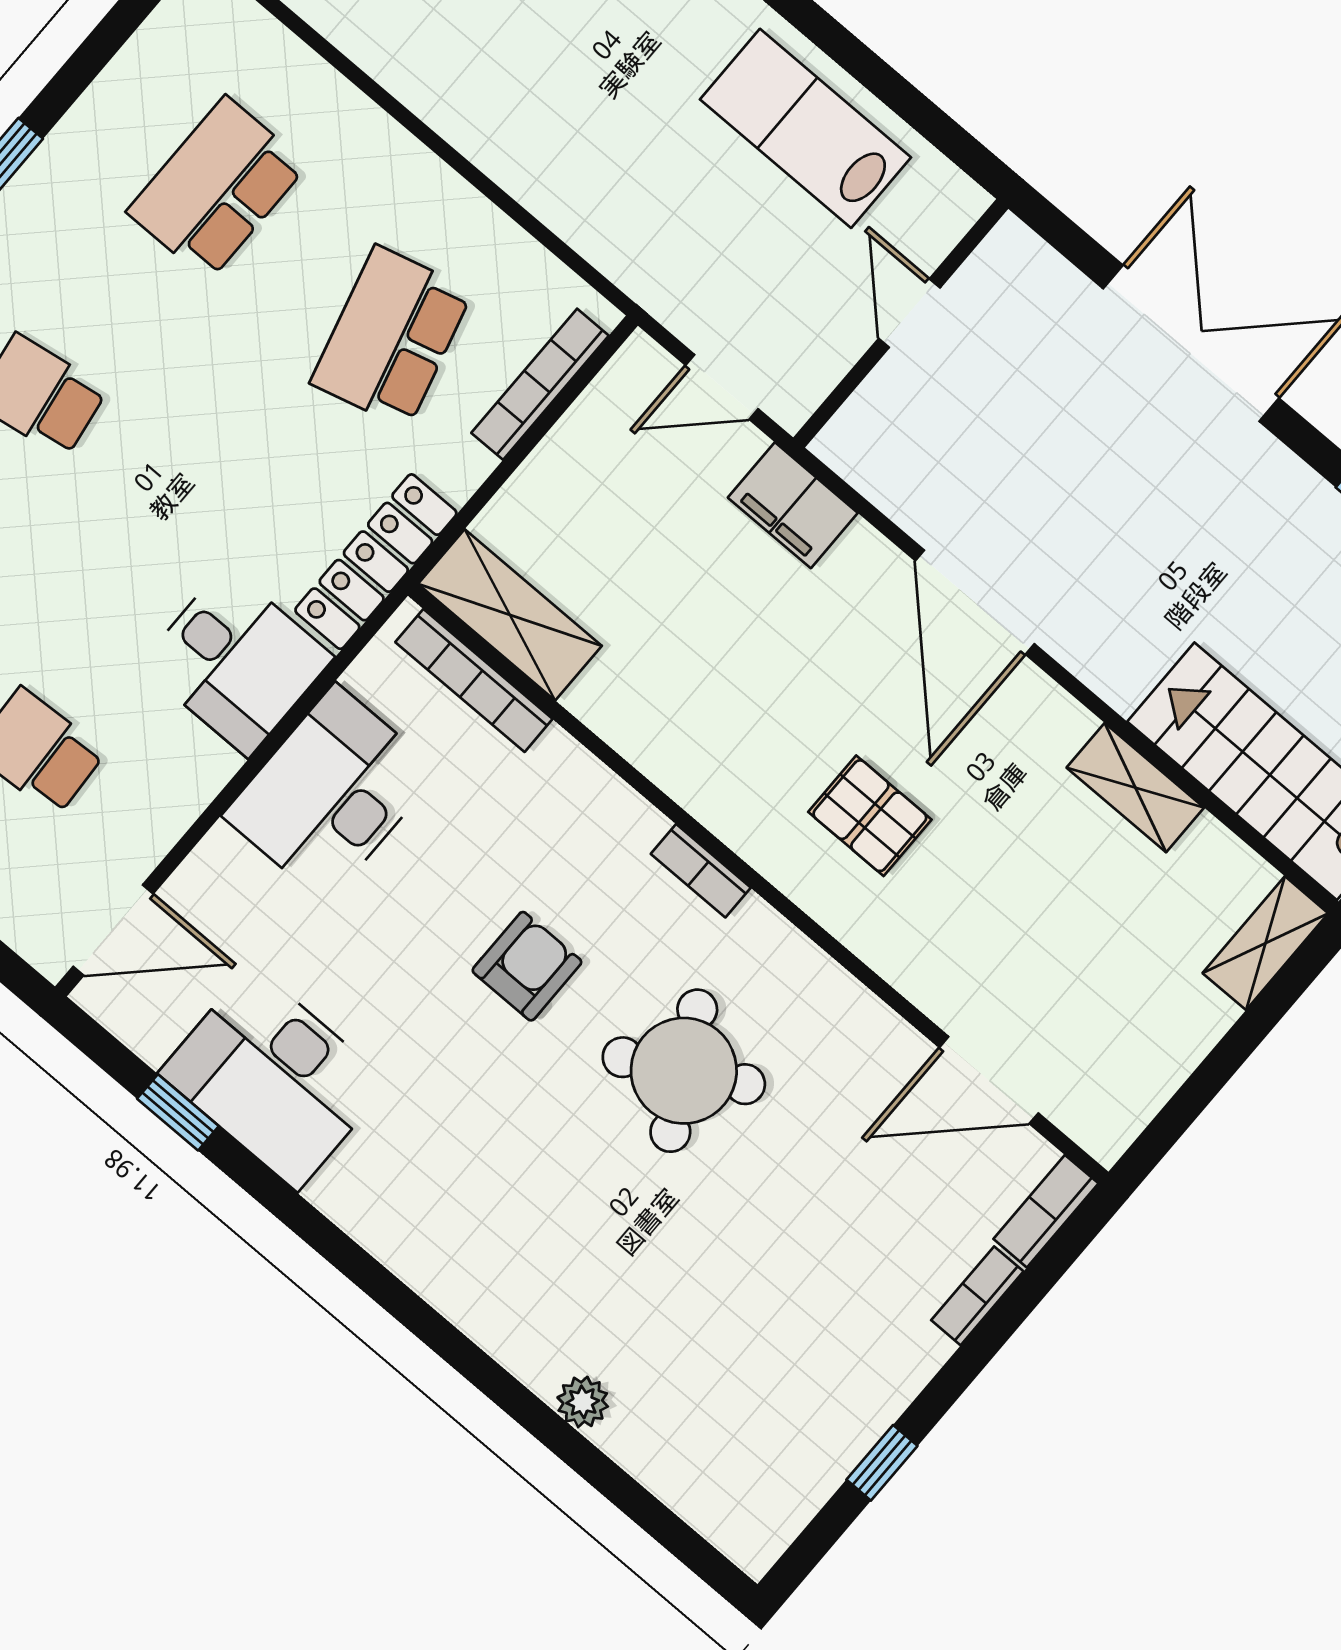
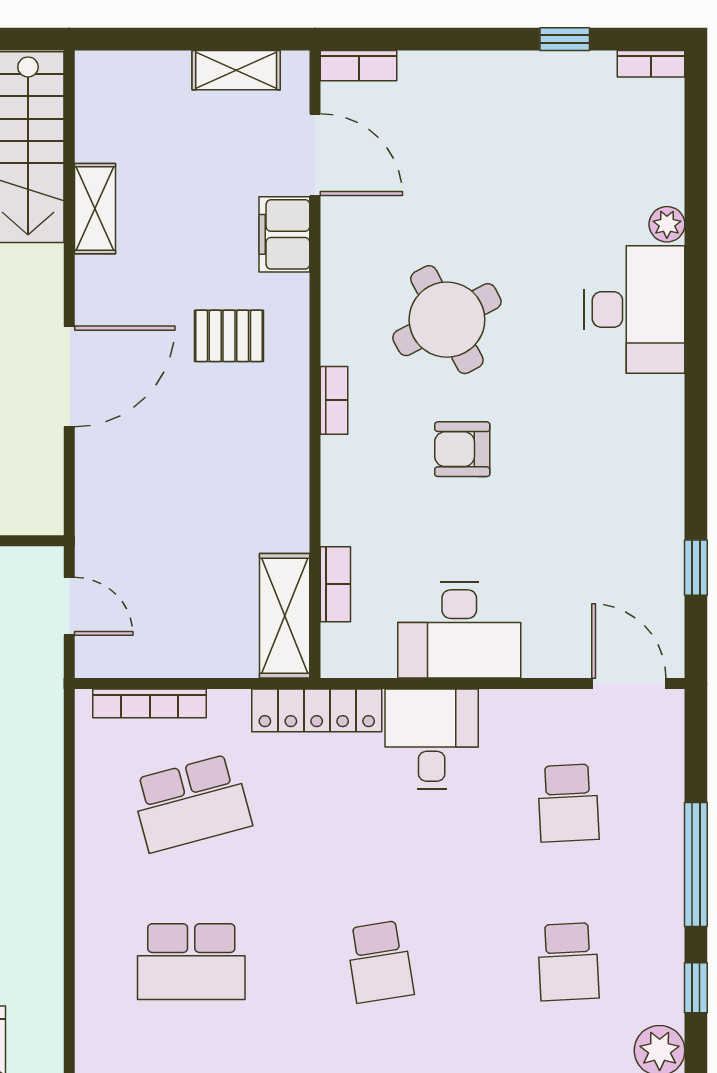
filing cabinet: (793, 505) -> (284, 234), moved, turned 180
bookcase: (474, 680) -> (335, 584), width x0.64
pallet: (870, 816) -> (229, 336), turned 90
shelving: (1265, 943) -> (236, 70), moved
desk: (274, 1078) -> (635, 310), moved
bookcase: (977, 1296) -> (651, 64), moved

